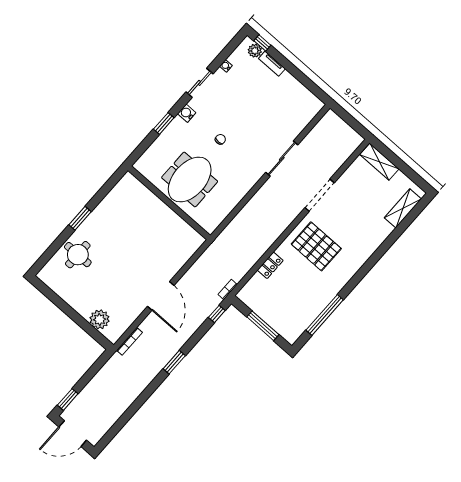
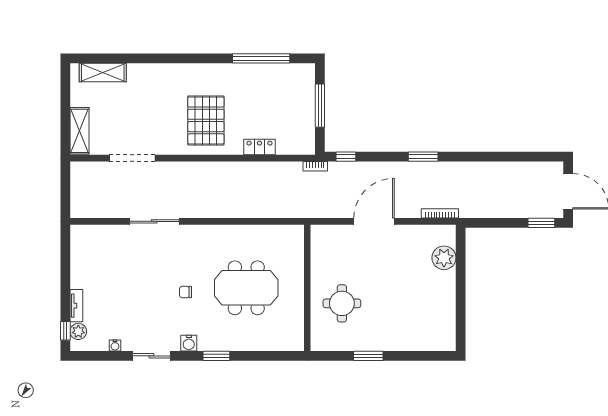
doorway: (320, 195) -> (132, 158), moved
wall: (169, 203) -> (307, 288), moved
round table: (78, 255) -> (342, 303), moved

